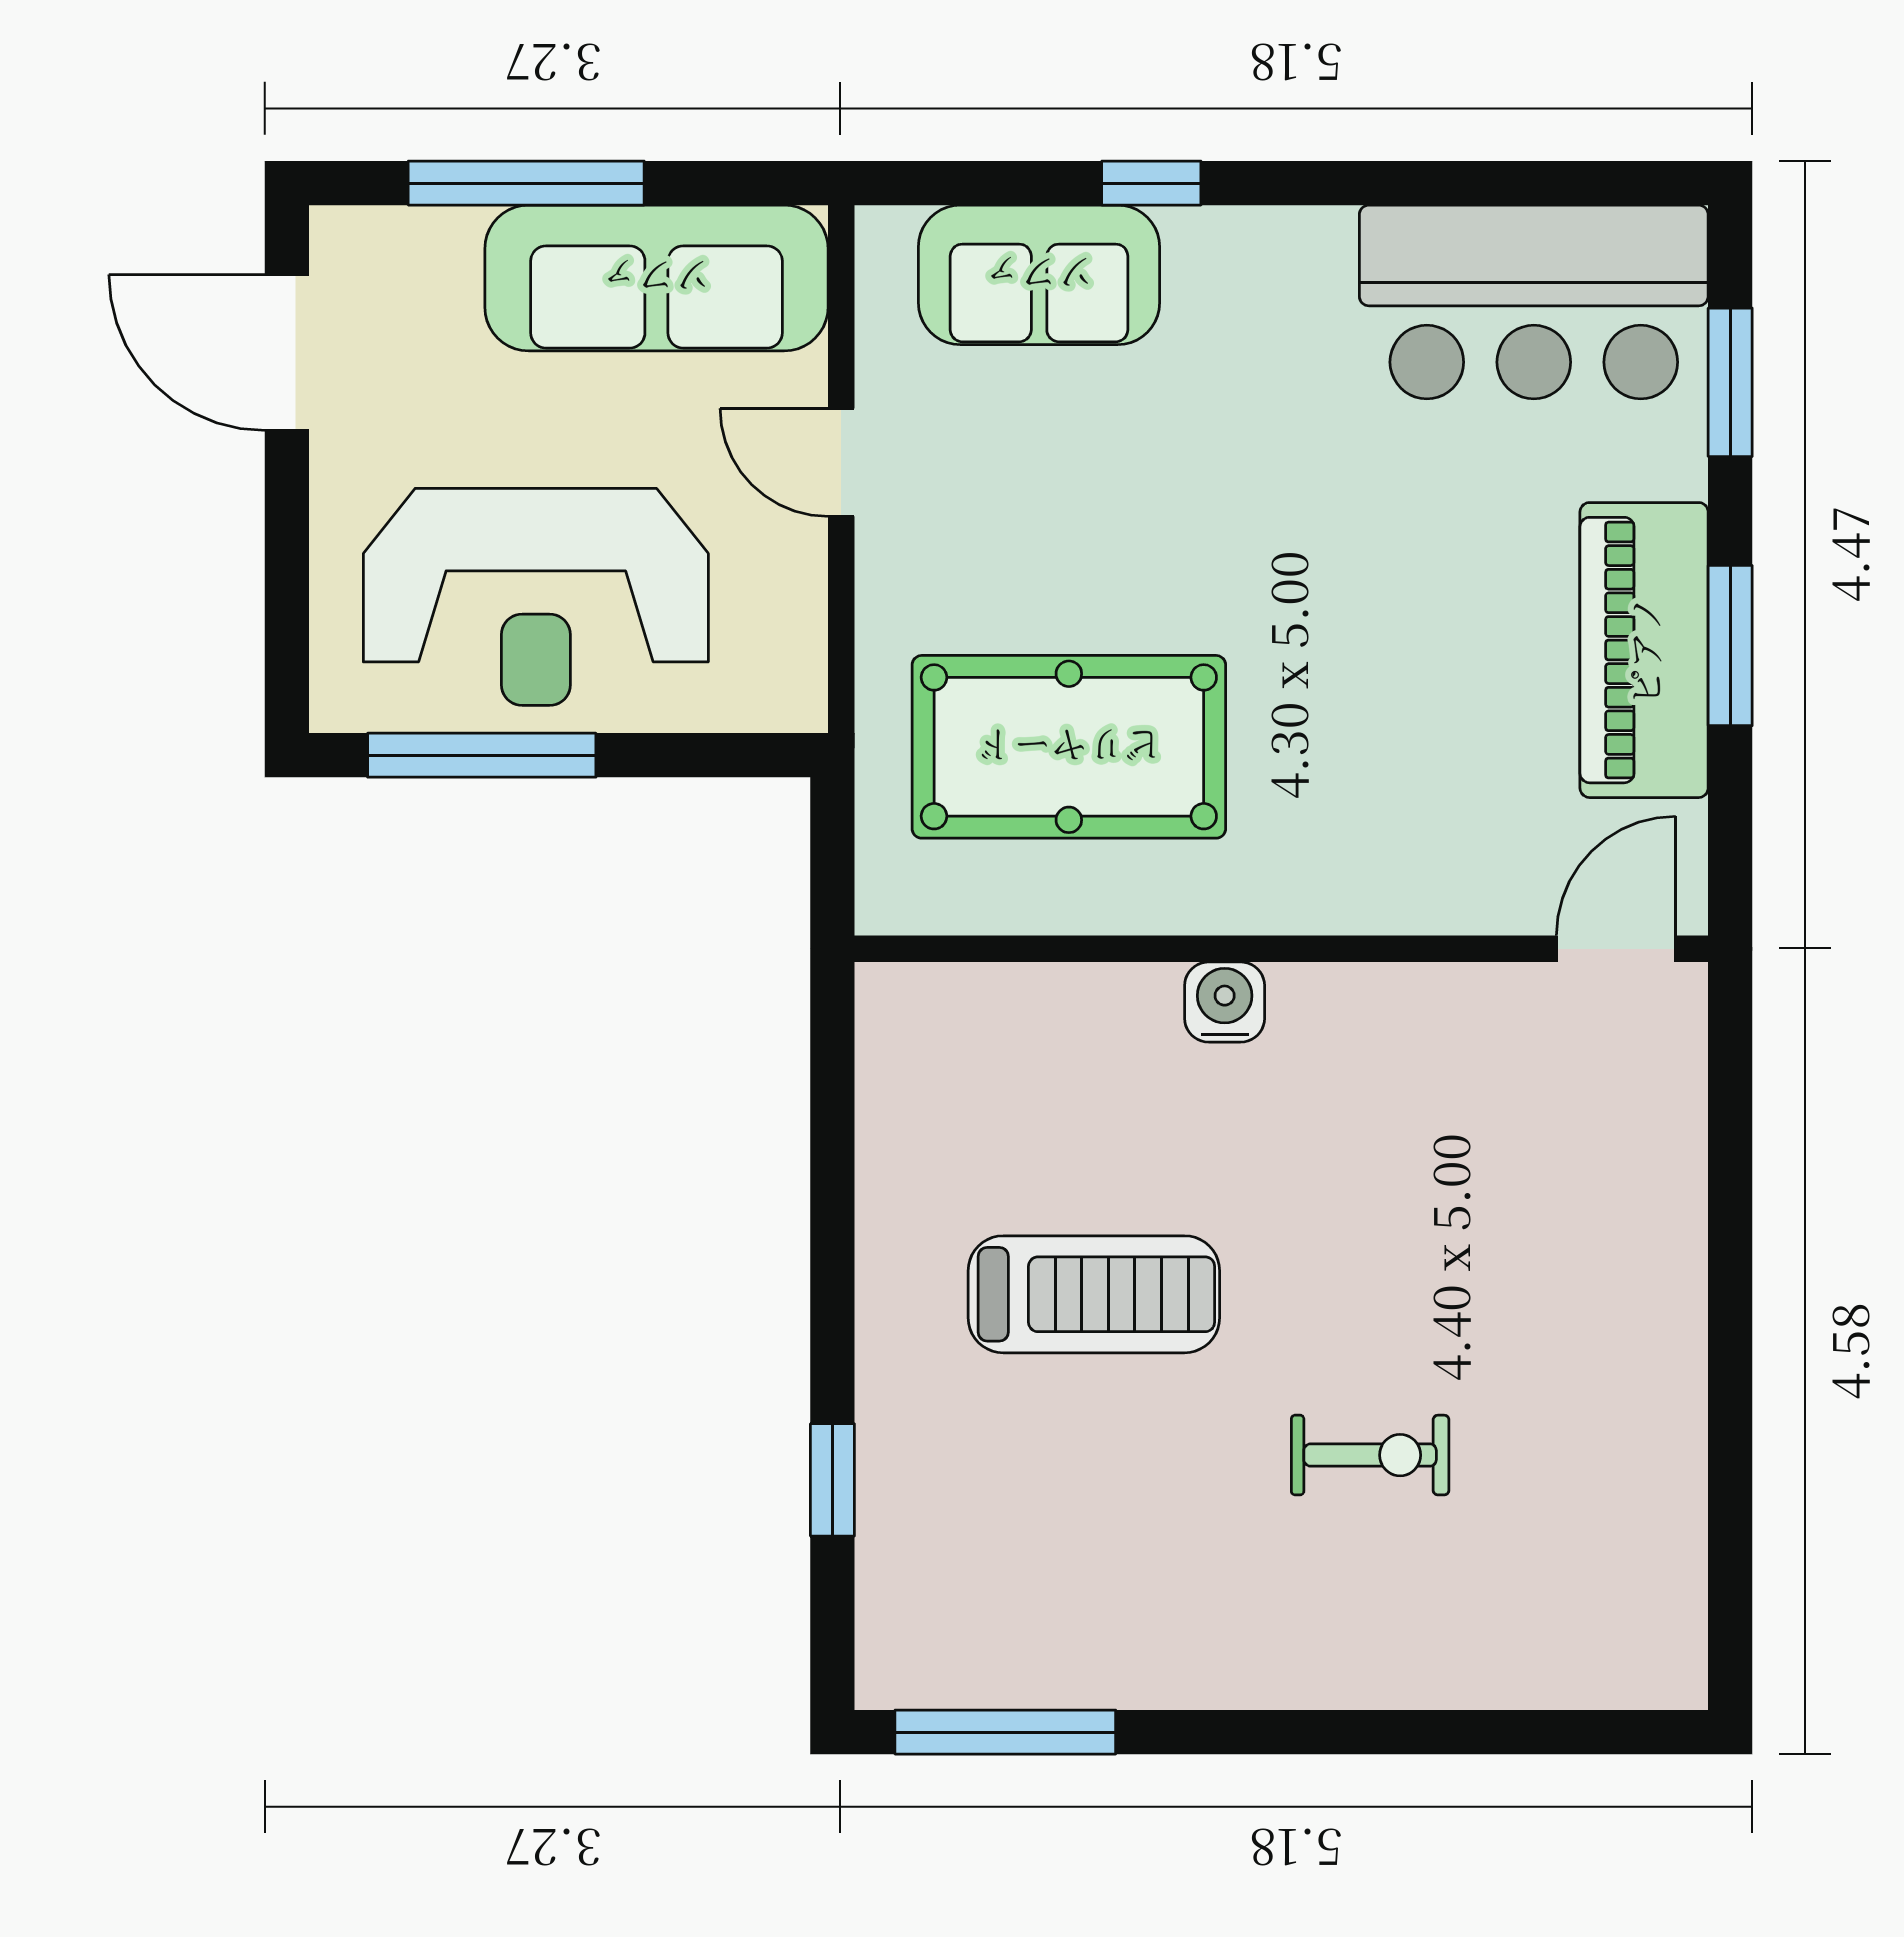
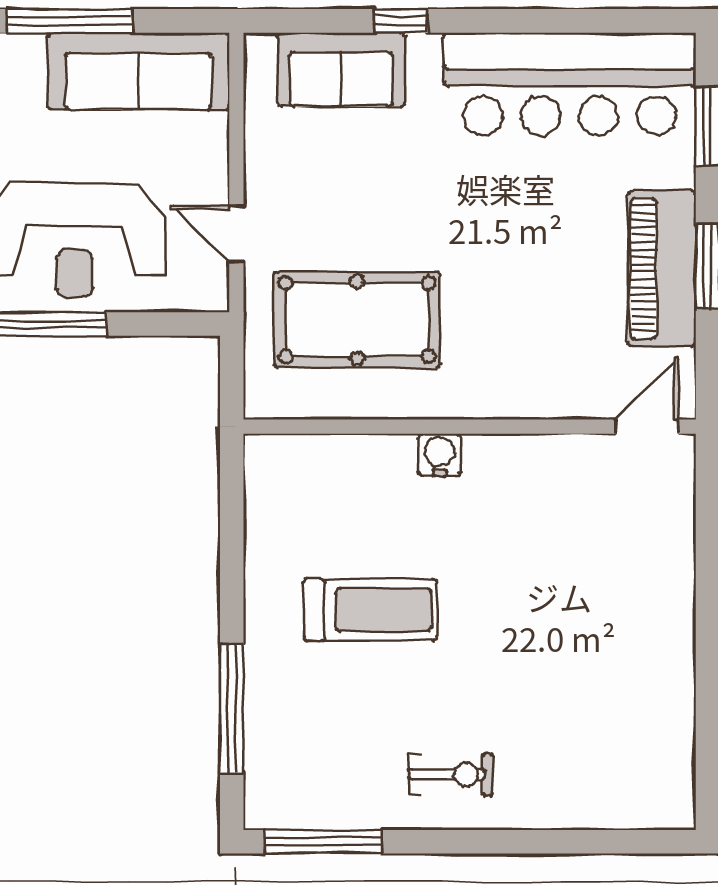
bar counter: (1534, 302) -> (570, 84), width x1.36
door: (841, 462) -> (236, 234), moved
exercise bike: (1370, 1455) -> (451, 775), moved
window: (832, 1480) -> (232, 708), width x2.17

